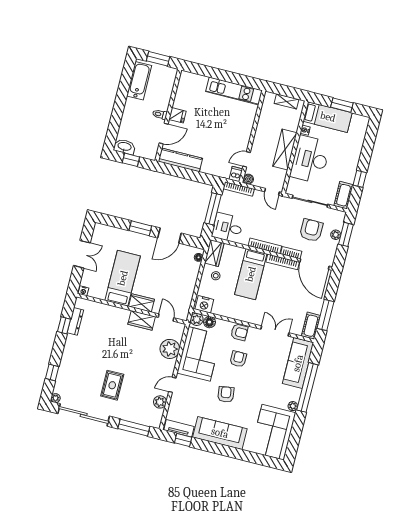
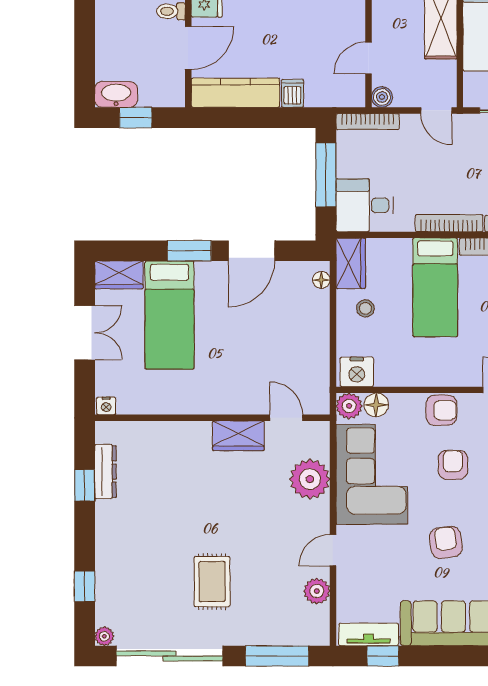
dishwasher: (236, 174) -> (293, 93), moved
bed: (123, 278) -> (170, 315), moved, turned 180
wardrobe: (141, 303) -> (119, 275), moved, turned 180

